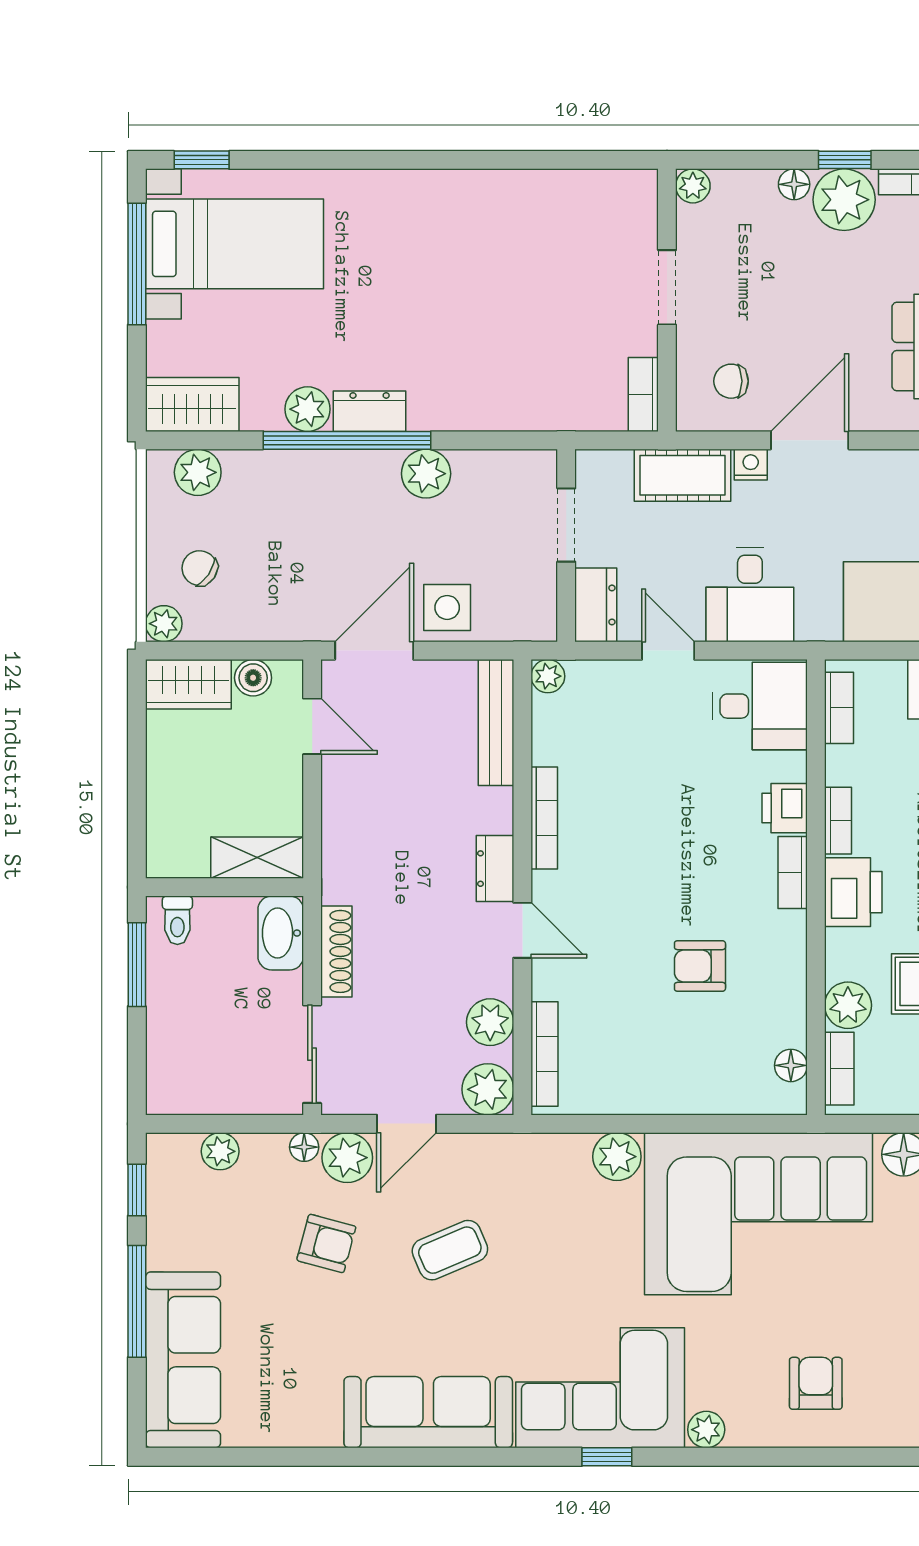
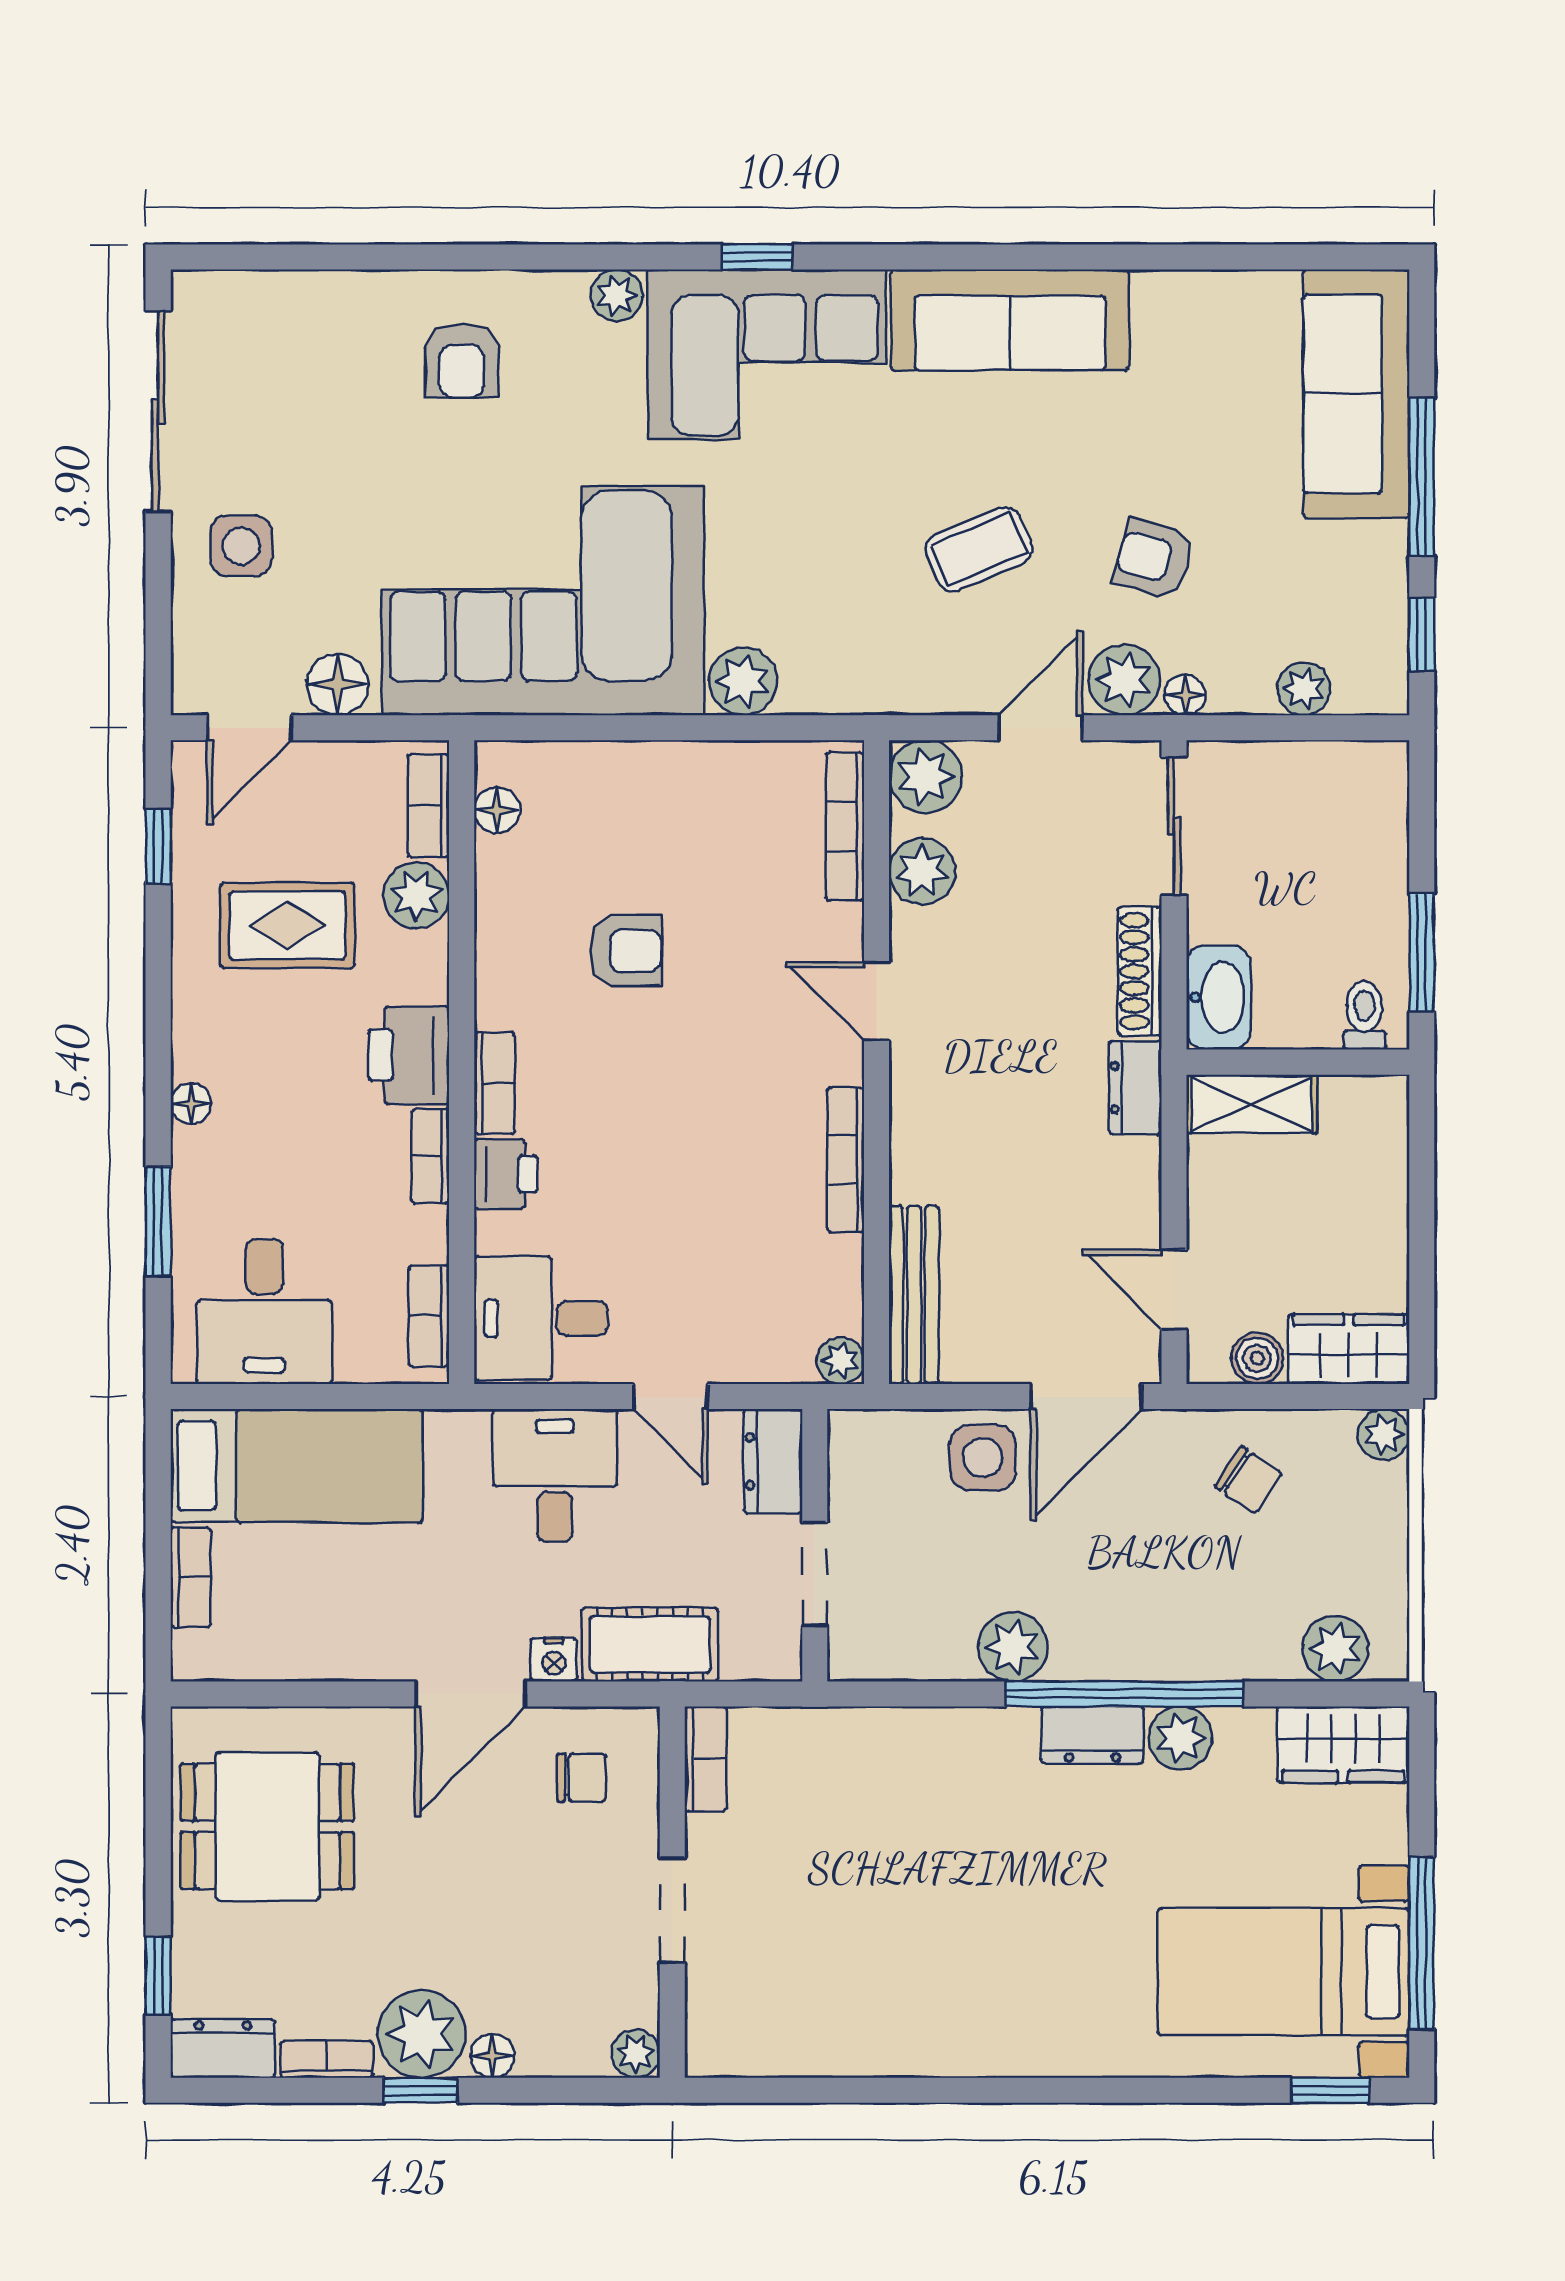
chair: (200, 568) -> (1248, 1480), moved
dresser: (495, 869) -> (1135, 1088), moved, turned 180

